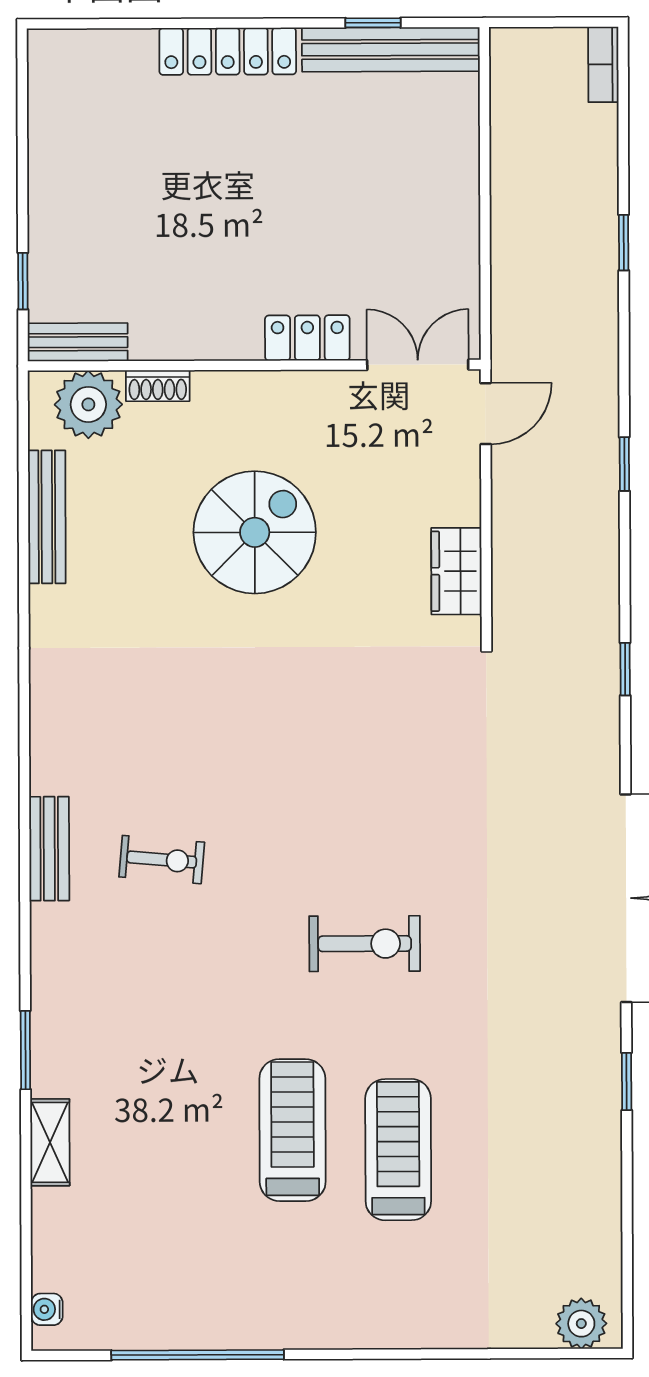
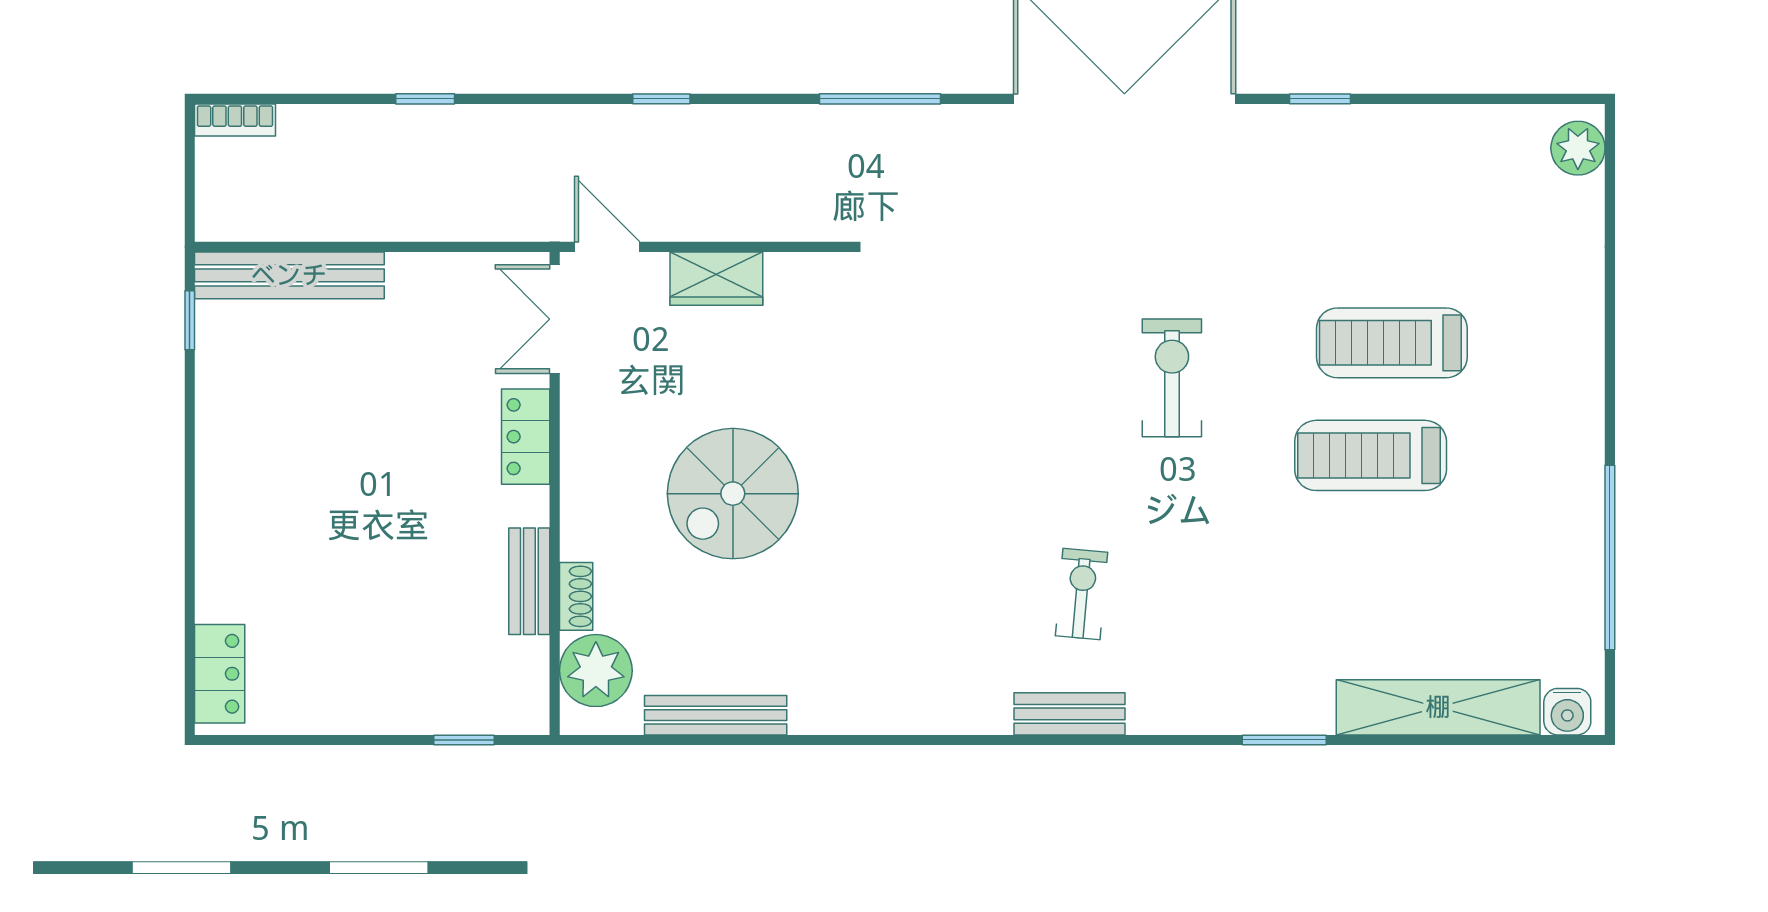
window: (373, 23) -> (190, 320), moved
bench: (391, 49) -> (289, 275), moved, turned 90
locker: (228, 51) -> (220, 674), moved, width x0.66
bench: (78, 342) -> (529, 581), moved
spiral stairs: (255, 532) -> (733, 494), turned -90
wardrobe: (456, 571) -> (716, 279), moved
window: (625, 669) -> (880, 99), width x2.17
shelving: (50, 1142) -> (1438, 707), width x2.20, depth x1.33
water cooler: (47, 1309) -> (1567, 712), width x1.38, depth x1.38

